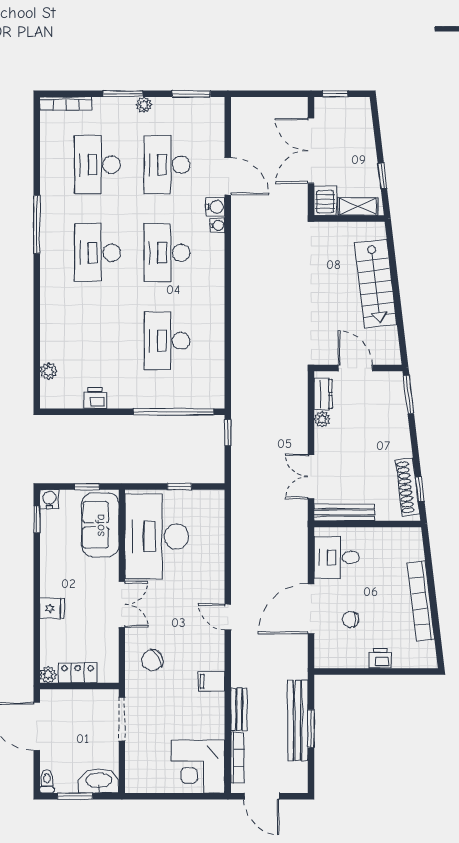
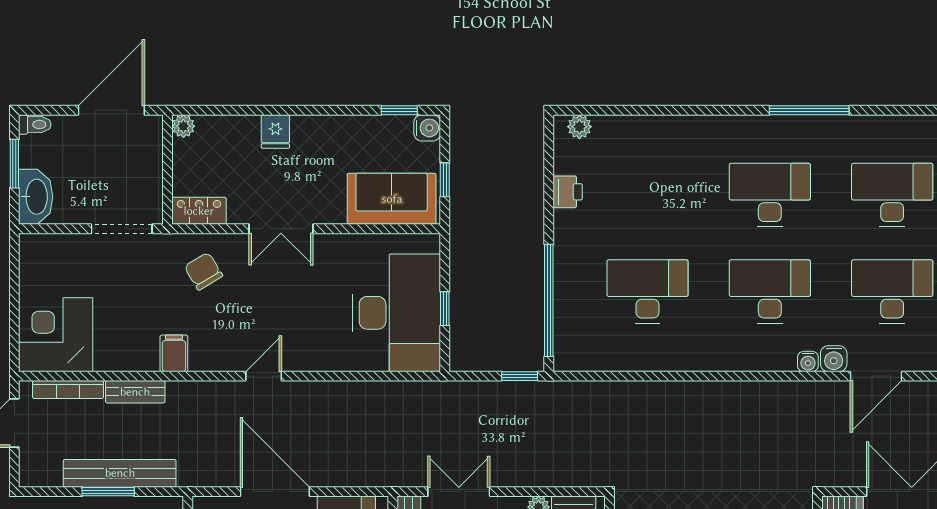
plant: (48, 371) -> (579, 127), moved
desk: (157, 536) -> (396, 313), moved, turned 90
locker: (78, 673) -> (199, 211), moved, turned -90

